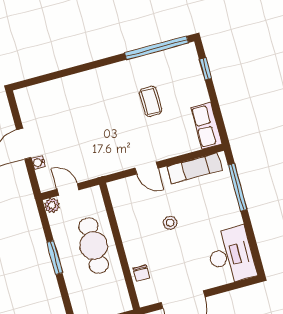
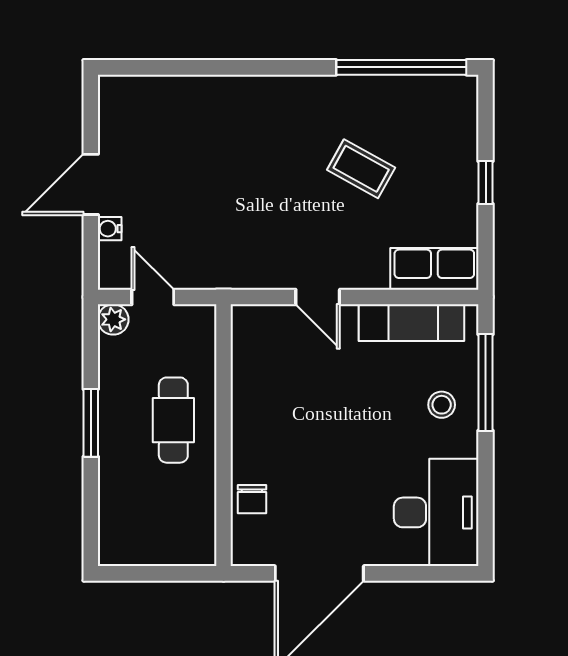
window: (205, 69) -> (486, 182), moved
coffee table: (151, 101) -> (361, 169), turned -61
row of seats: (206, 126) -> (434, 269), moved, turned 90
stool: (170, 223) -> (442, 405), moved
cafe table: (94, 245) -> (173, 420), width x0.73, depth x0.74

